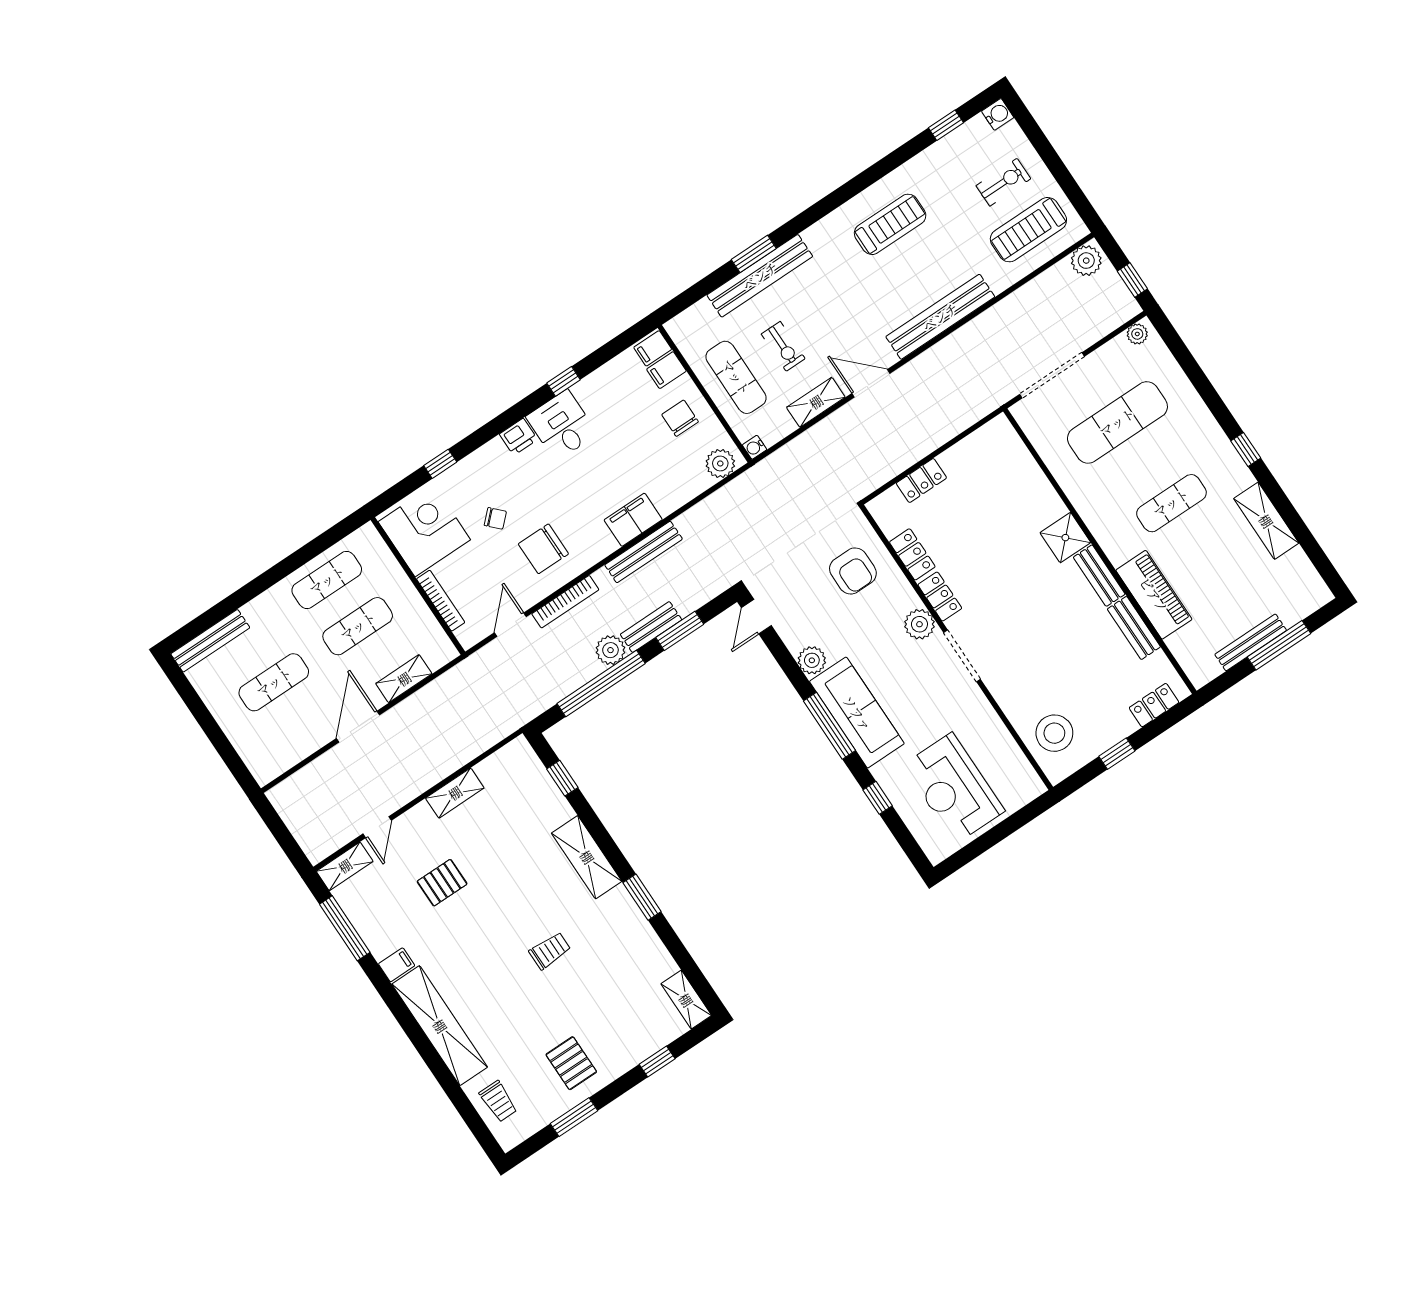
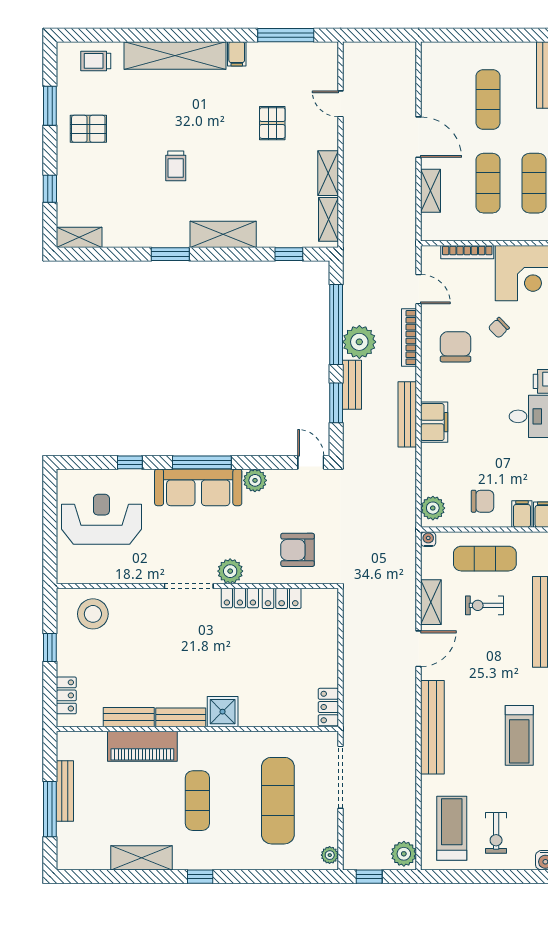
locker: (921, 480) -> (328, 707), moved
plant: (610, 650) -> (359, 342), width x1.36, depth x1.36
shelving: (345, 866) -> (328, 219), moved

